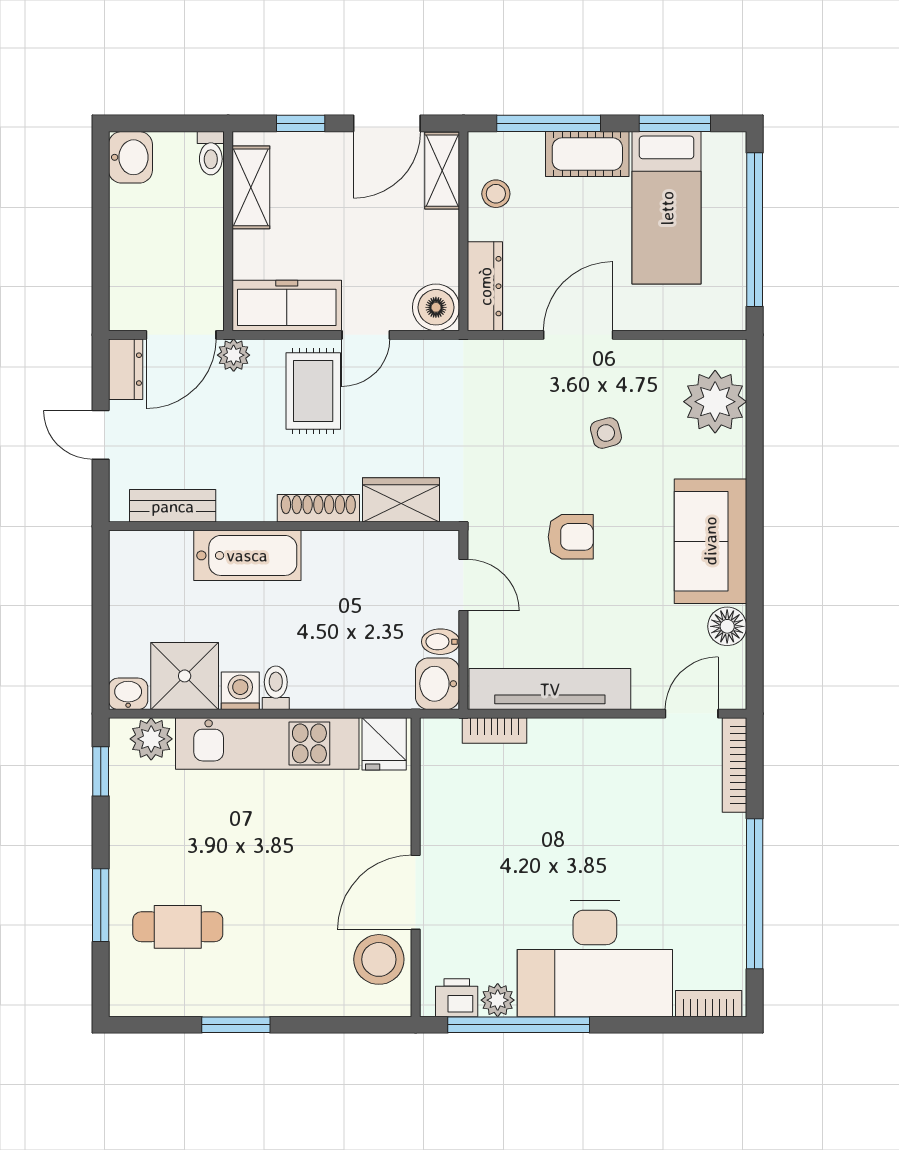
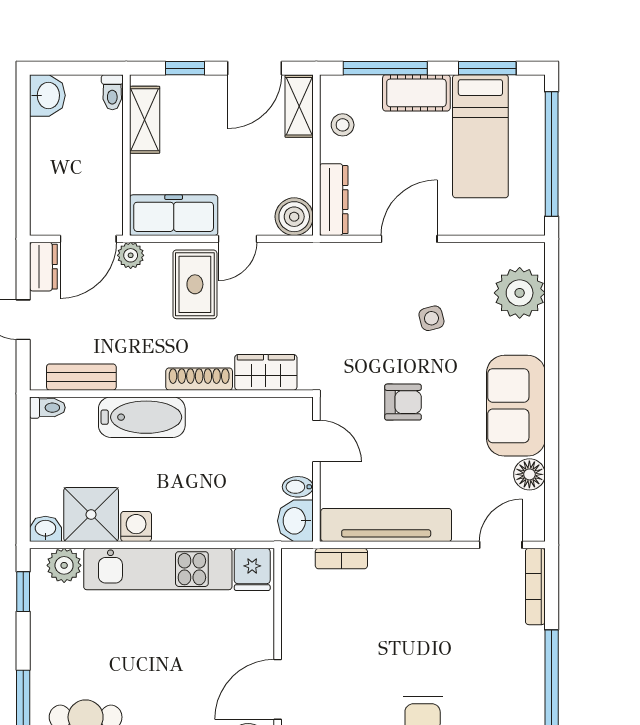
toilet: (276, 688) -> (47, 408), moved, turned 90

